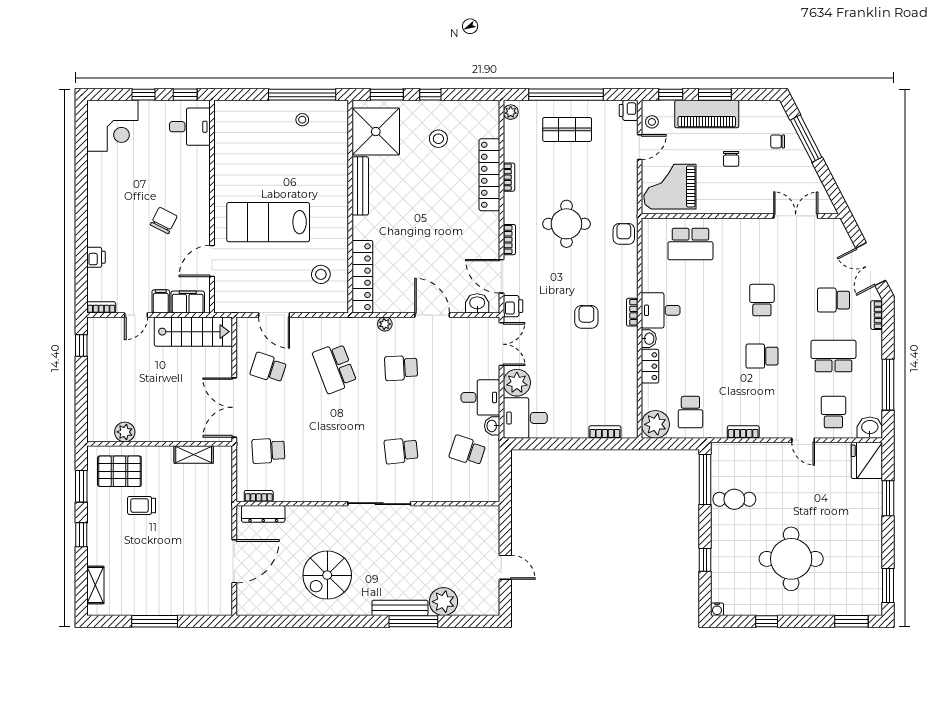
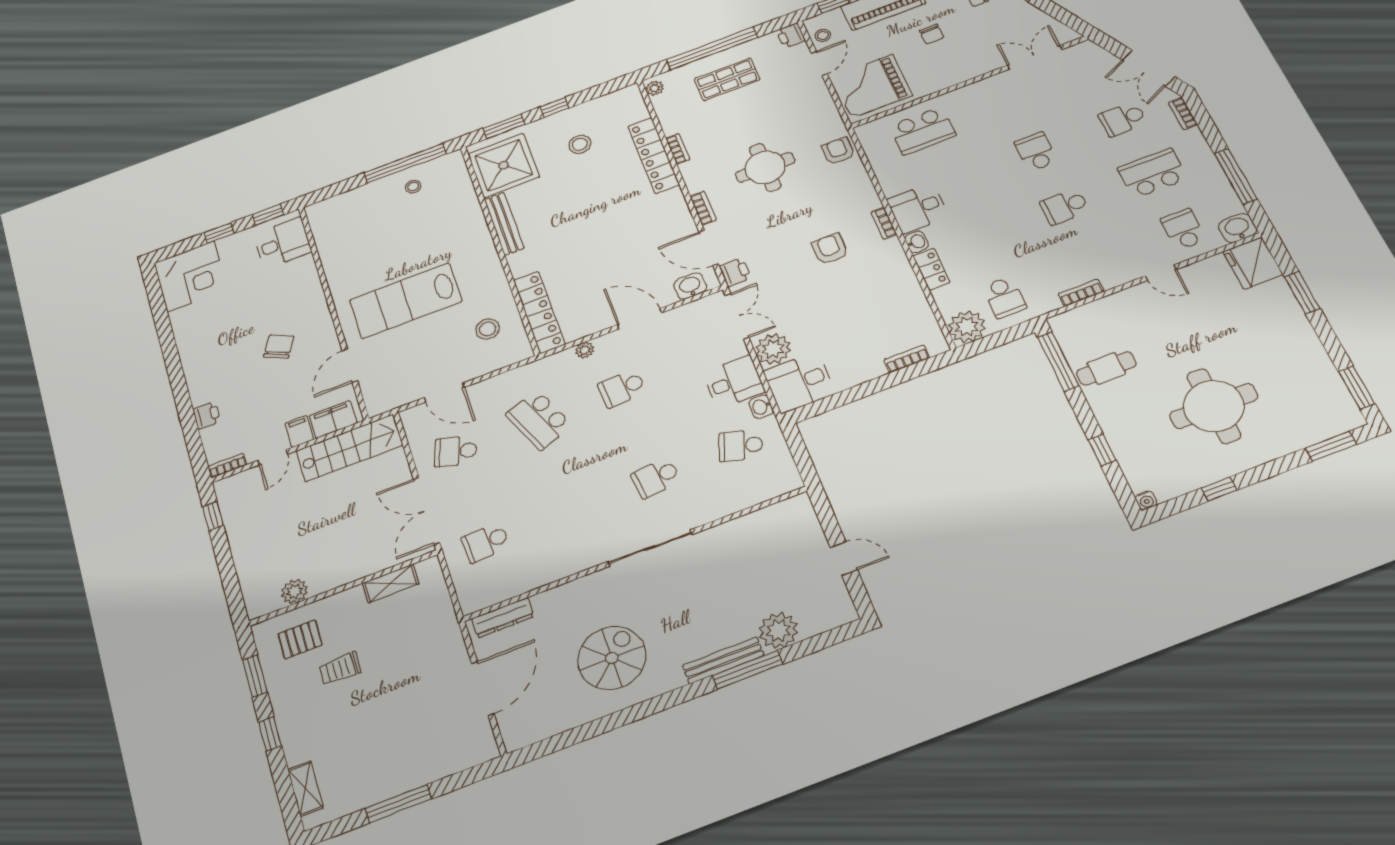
pallet: (119, 471) -> (300, 639), width x0.67, depth x0.71
bookcase: (259, 496) -> (490, 599), removed
spiral stairs: (327, 575) -> (612, 658), turned 180

